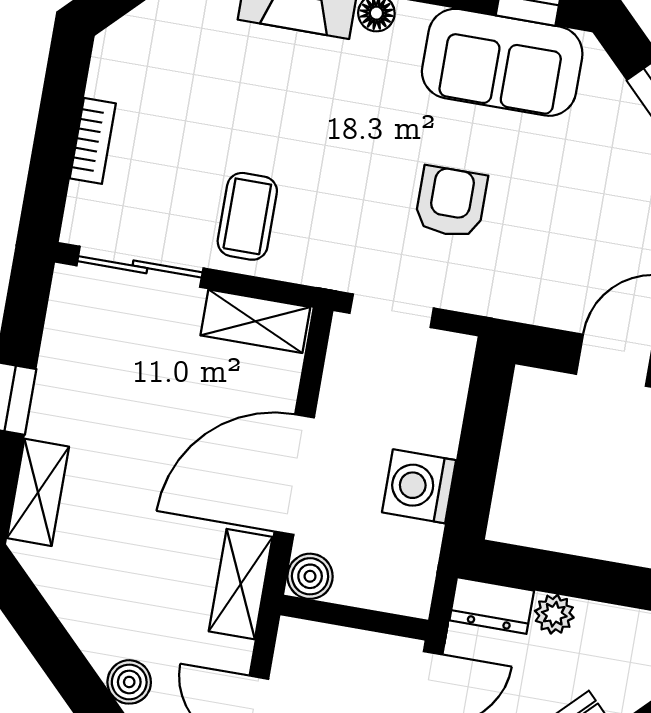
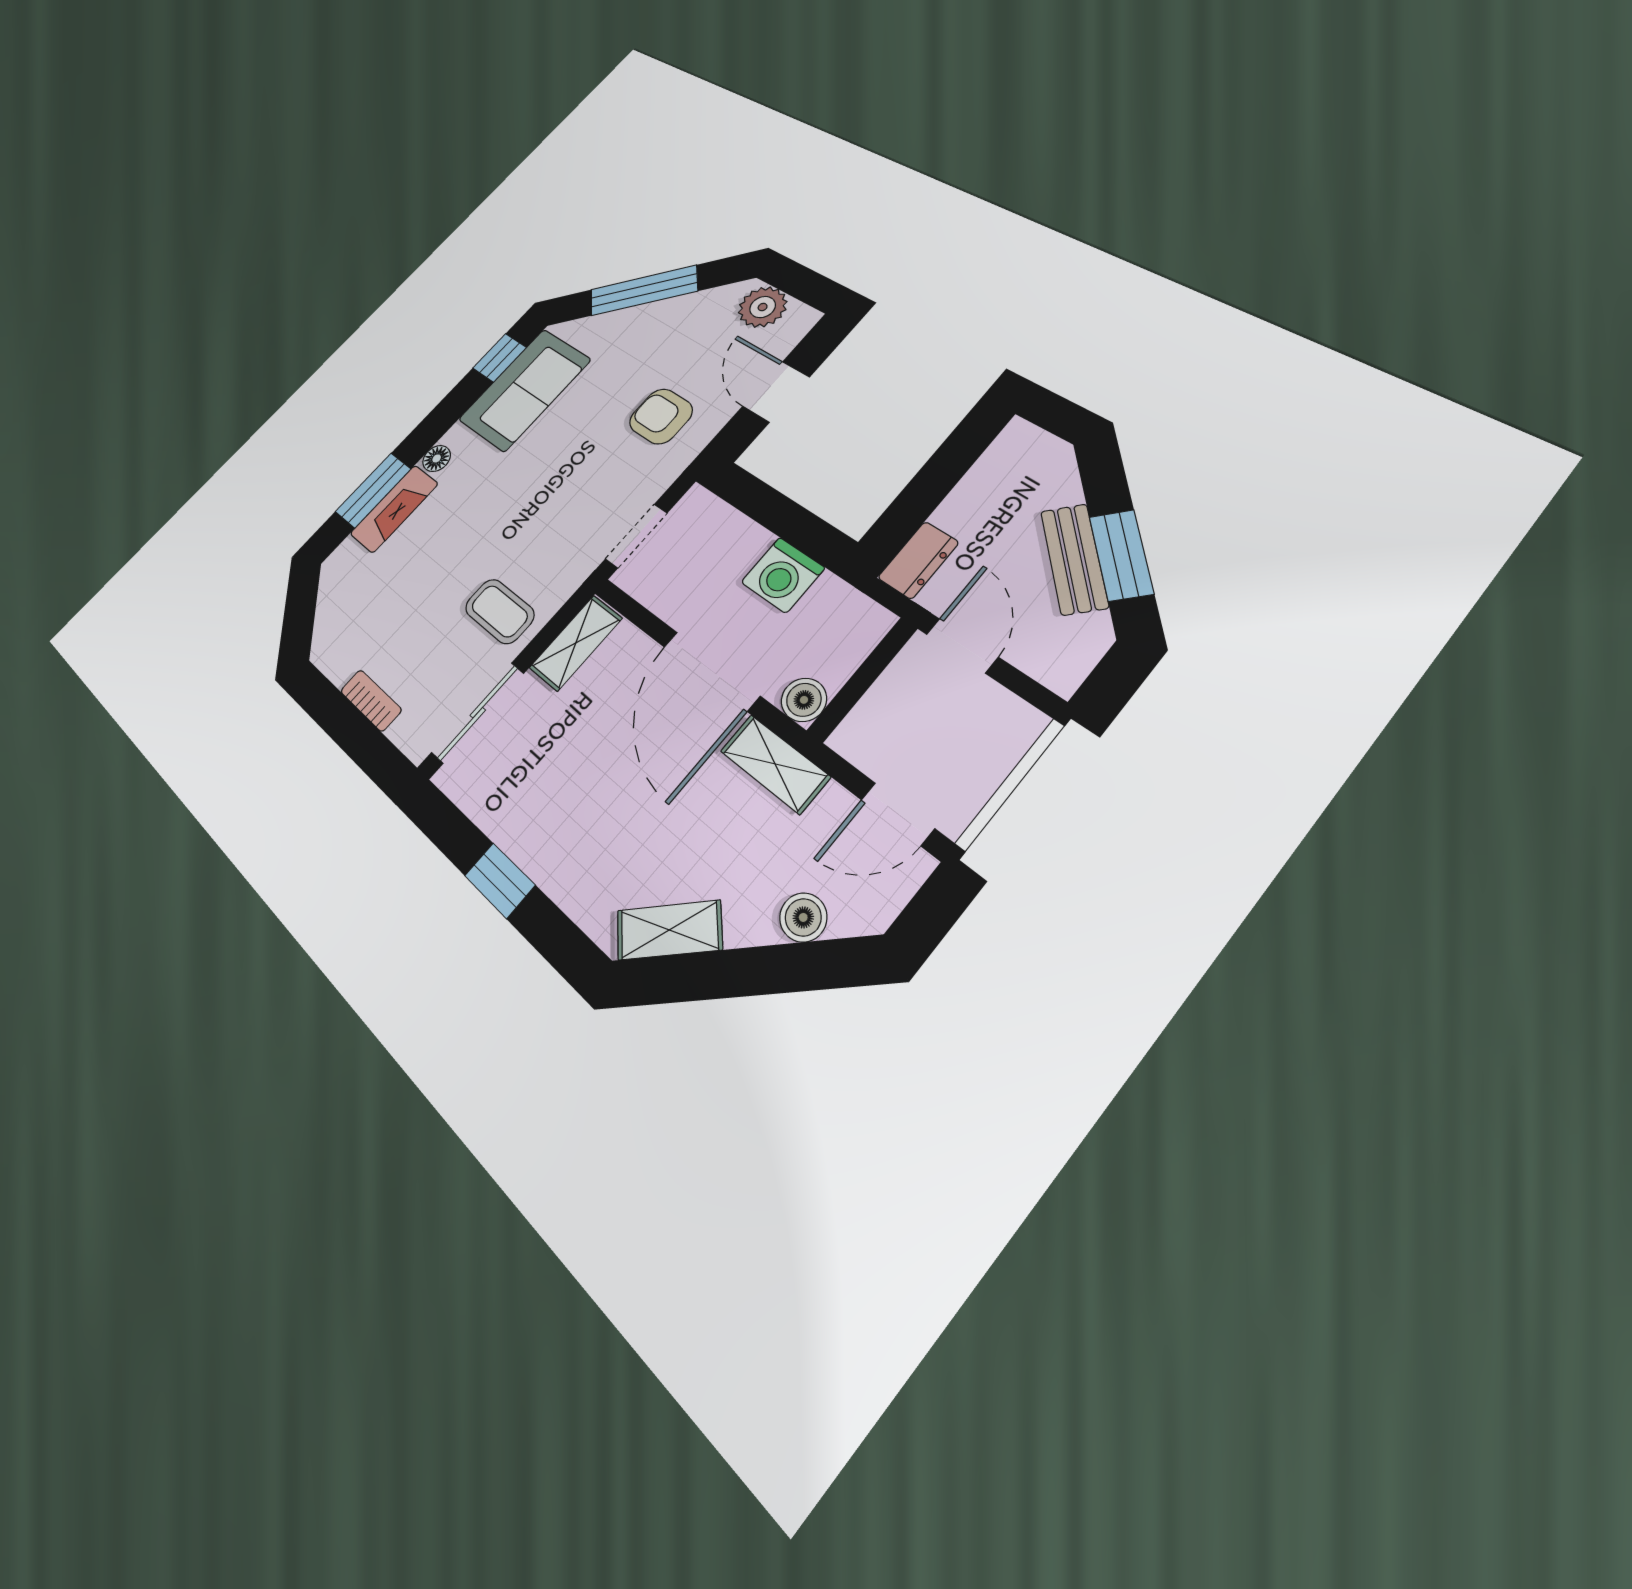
armchair: (451, 202) -> (661, 416), moved
shelving: (38, 492) -> (669, 930), moved, turned -45
plant: (554, 614) -> (955, 513), removed

